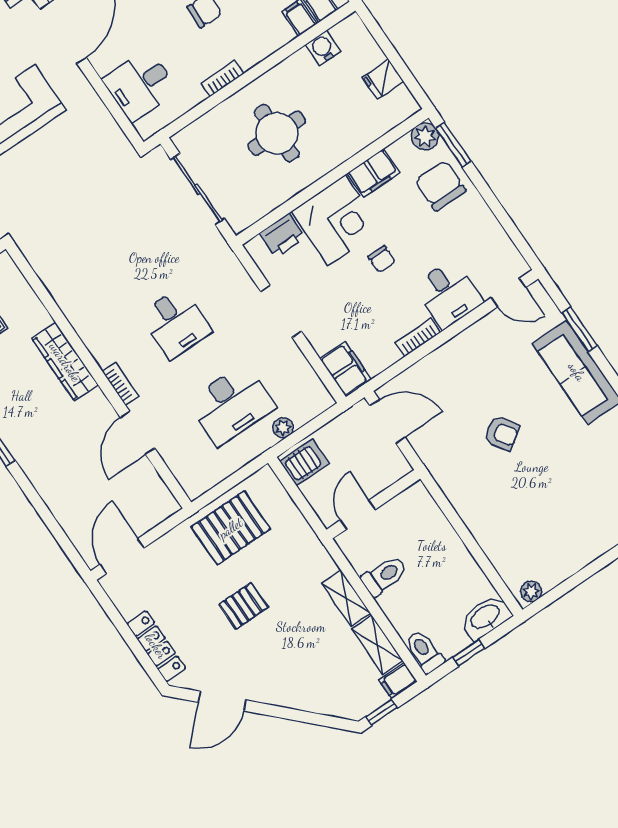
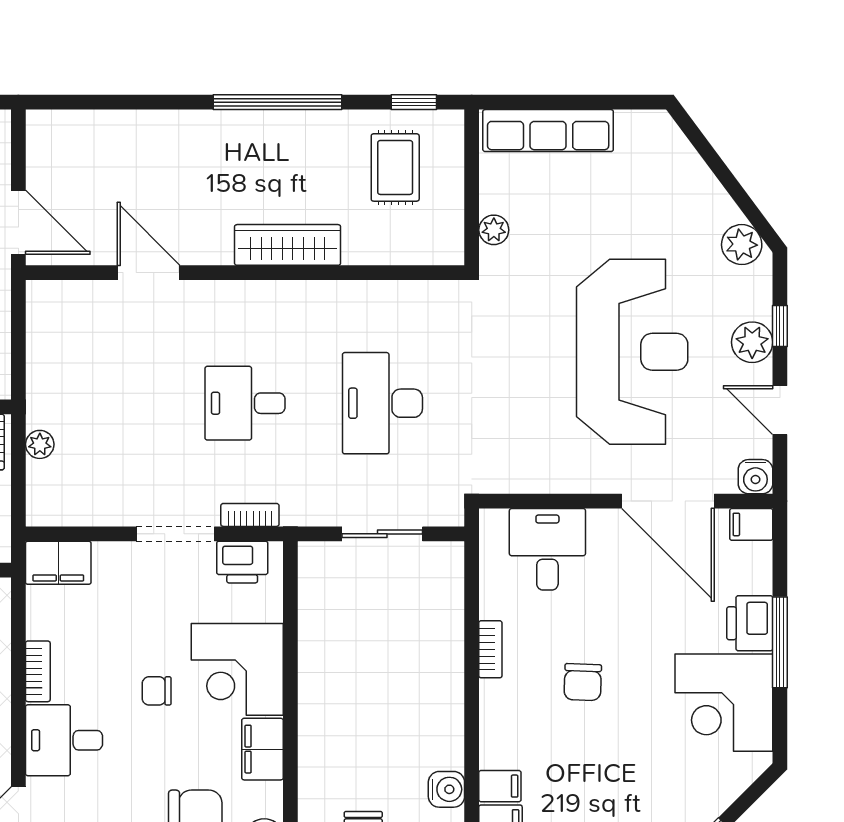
round table: (277, 133) -> (385, 669), removed
sliding door: (198, 189) -> (382, 534), width x0.73
printer: (282, 235) -> (242, 562), moved, turned -90
bookcase: (120, 384) -> (250, 515), moved, turned 180
desk: (231, 404) -> (382, 403), moved
door: (122, 556) -> (18, 222), moved

